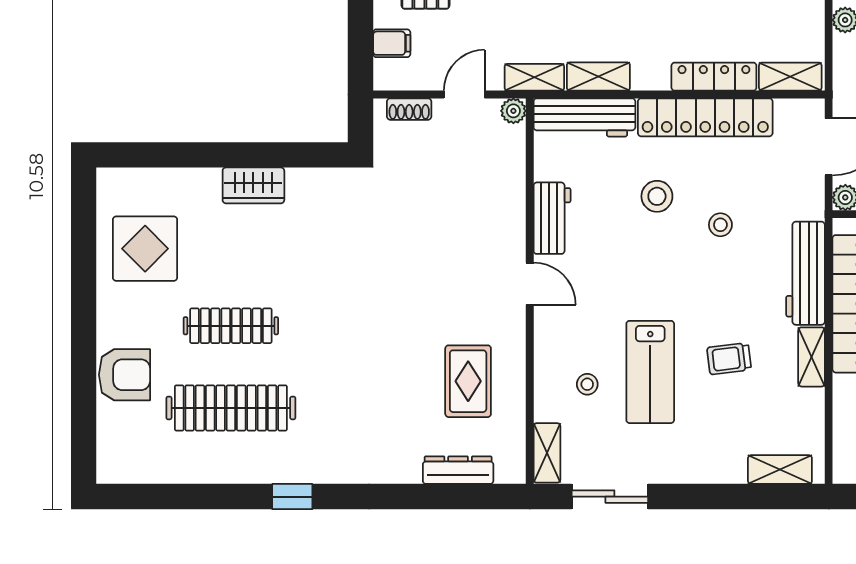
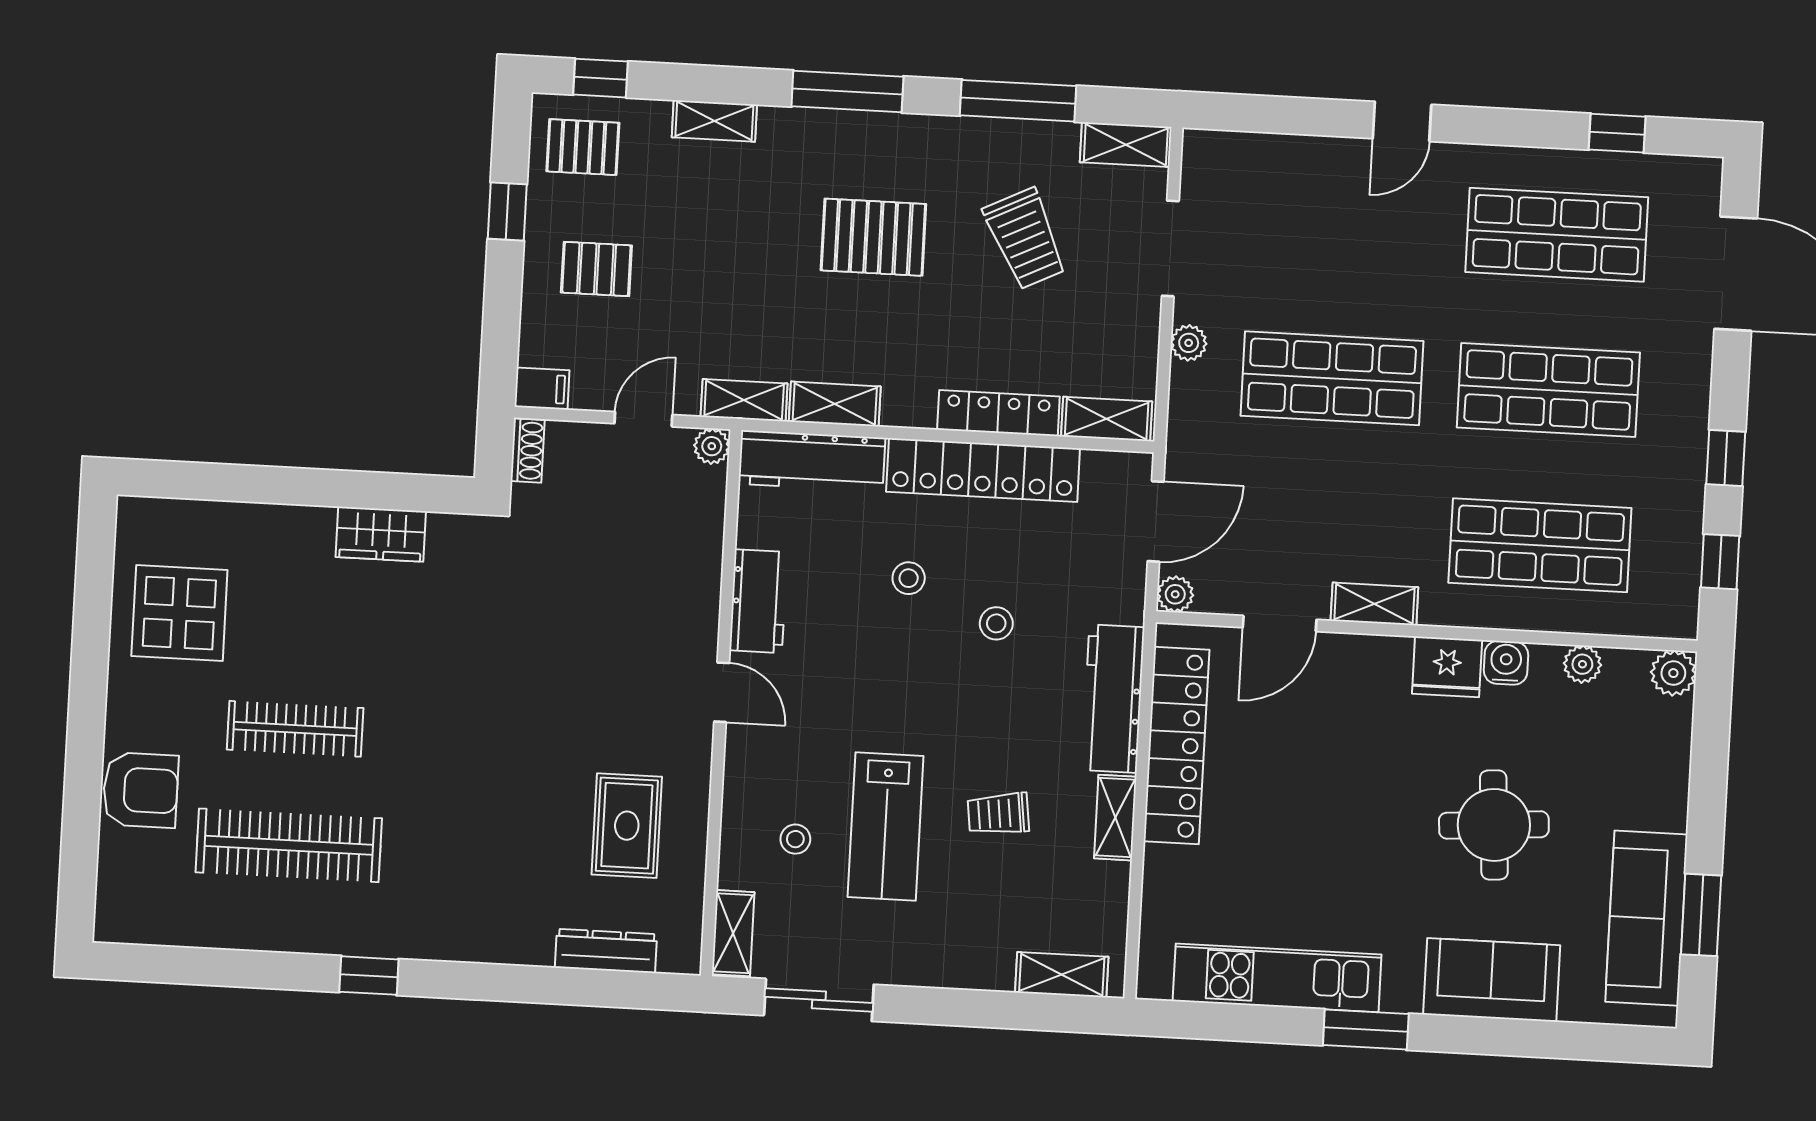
filing cabinet: (392, 43) -> (542, 389), moved
shoe rack: (409, 109) -> (528, 451), moved, turned -90
wardrobe: (253, 185) -> (381, 534), moved
stool: (657, 196) -> (909, 578), width x0.73, depth x0.73

